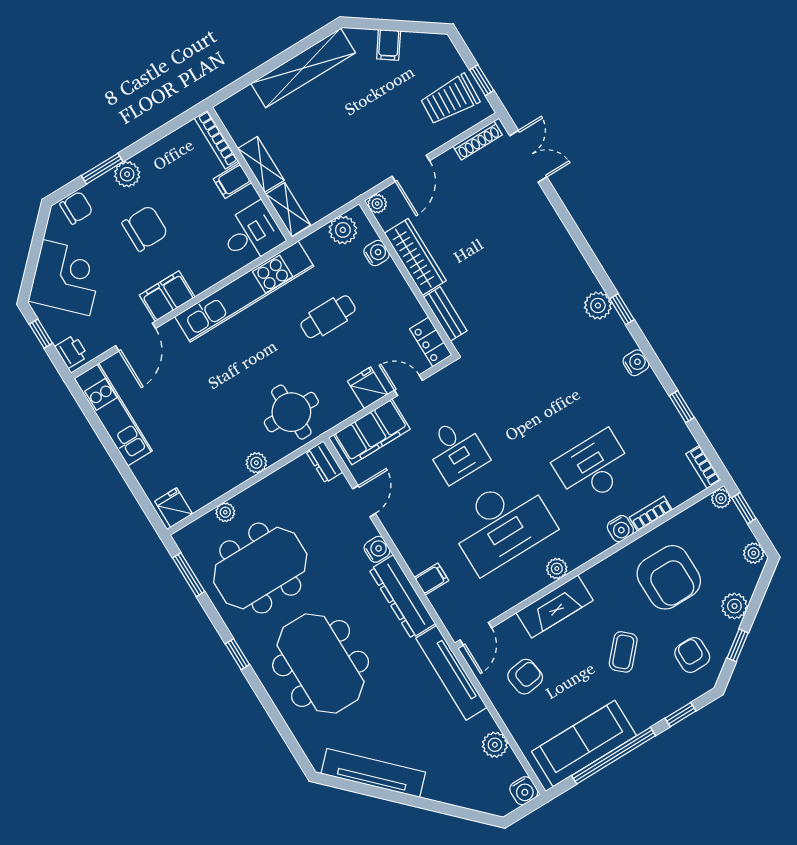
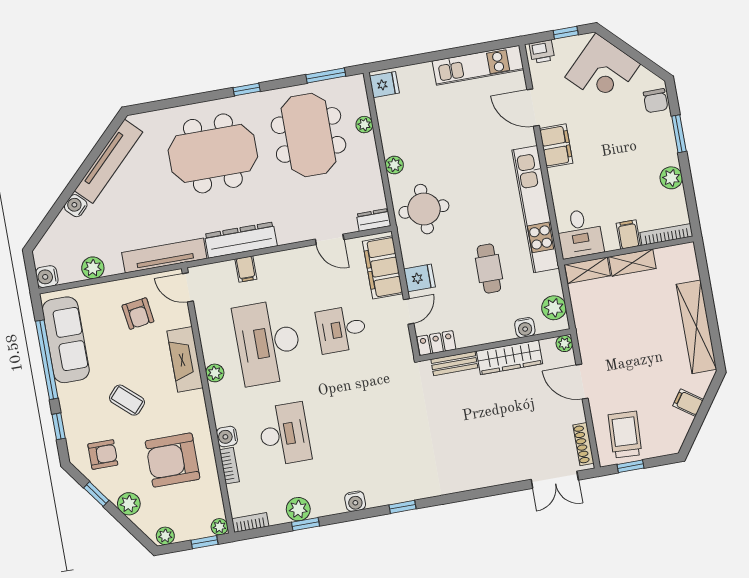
plant: (127, 174) -> (671, 178), moved
chair: (145, 228) -> (618, 149), removed
plant: (598, 306) -> (298, 509), moved
water cooler: (377, 549) -> (76, 206), moved, turned 135

